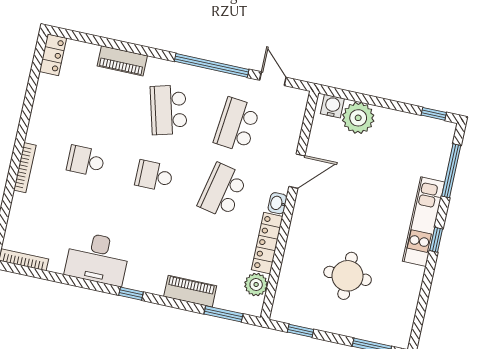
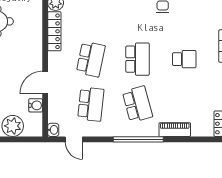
window: (212, 65) -> (138, 139), moved
water cooler: (332, 106) -> (36, 105), moved, turned -90
school desk: (154, 176) -> (137, 59), width x1.85
washbasin: (277, 203) -> (53, 130), moved

